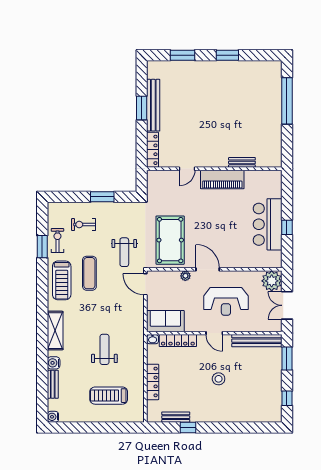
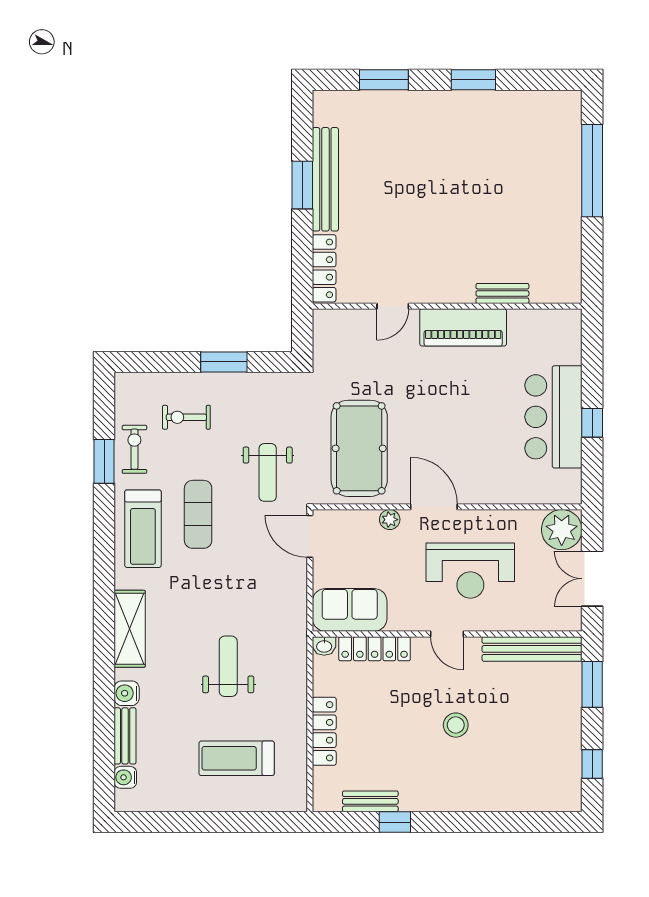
water cooler: (53, 417) -> (125, 777), moved

